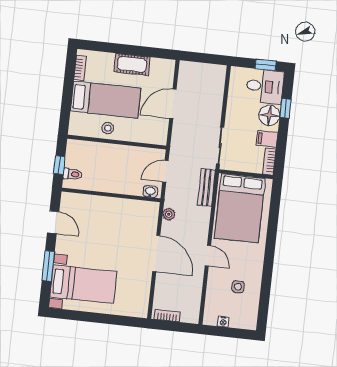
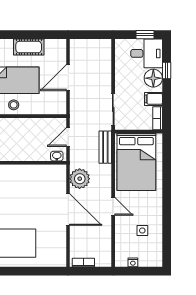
plant: (169, 214) -> (80, 179), width x1.88, depth x1.88

